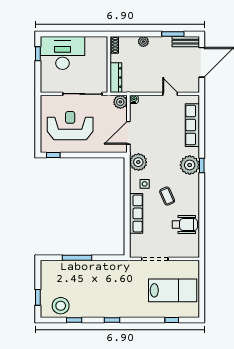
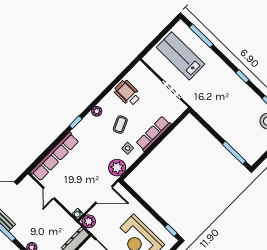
row of seats: (192, 125) -> (55, 156), width x1.36
plant: (190, 165) -> (97, 111), moved, width x0.53, depth x0.53
window: (77, 258) -> (234, 153), moved
window: (172, 320) -> (201, 36), width x2.17

